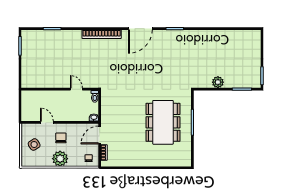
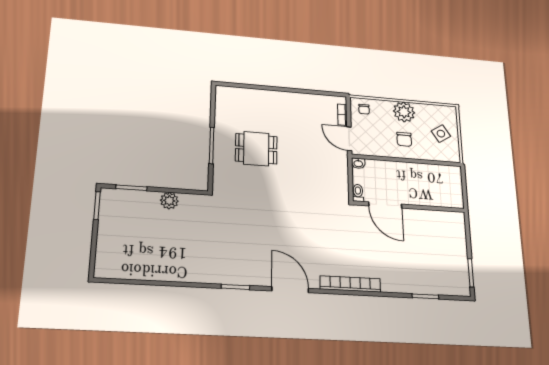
door: (140, 29) -> (290, 290), hinge flipped
door: (76, 89) -> (385, 205), width x1.87
door: (47, 122) -> (425, 162), removed
dining table: (163, 122) -> (256, 149), width x0.53, depth x0.80
door: (100, 135) -> (349, 139), swing flipped

